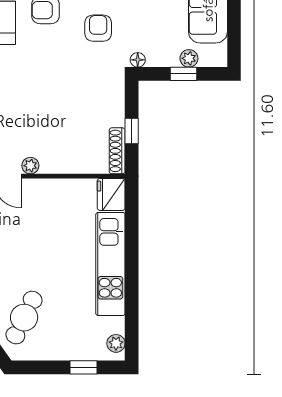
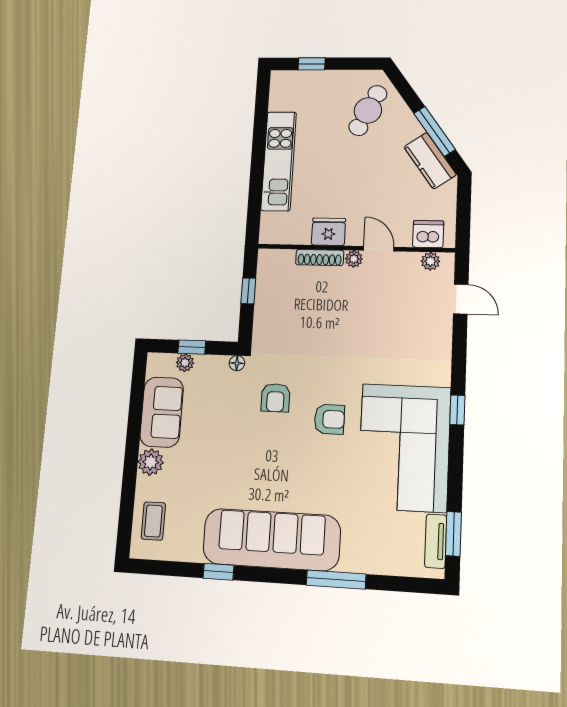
shoe rack: (117, 151) -> (320, 258), moved, turned 90
fridge: (111, 194) -> (328, 232), moved, turned -90
plant: (116, 343) -> (278, 86), removed

